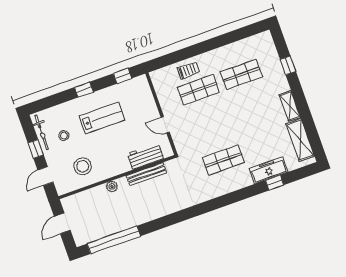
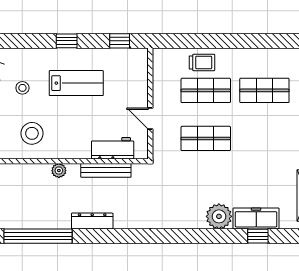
shop shelf: (223, 160) -> (206, 138), moved
plant: (241, 178) -> (219, 216), added
dresser: (149, 215) -> (92, 221), added

